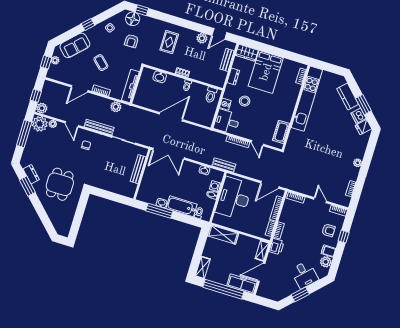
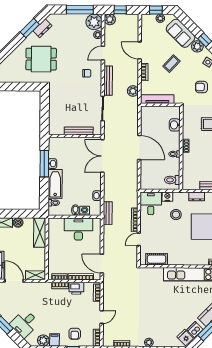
plant: (92, 33) -> (197, 46), added
desk: (234, 198) -> (78, 229), width x0.73, depth x0.77
printer: (277, 246) -> (76, 288), moved
boiler: (207, 252) -> (18, 223), added

